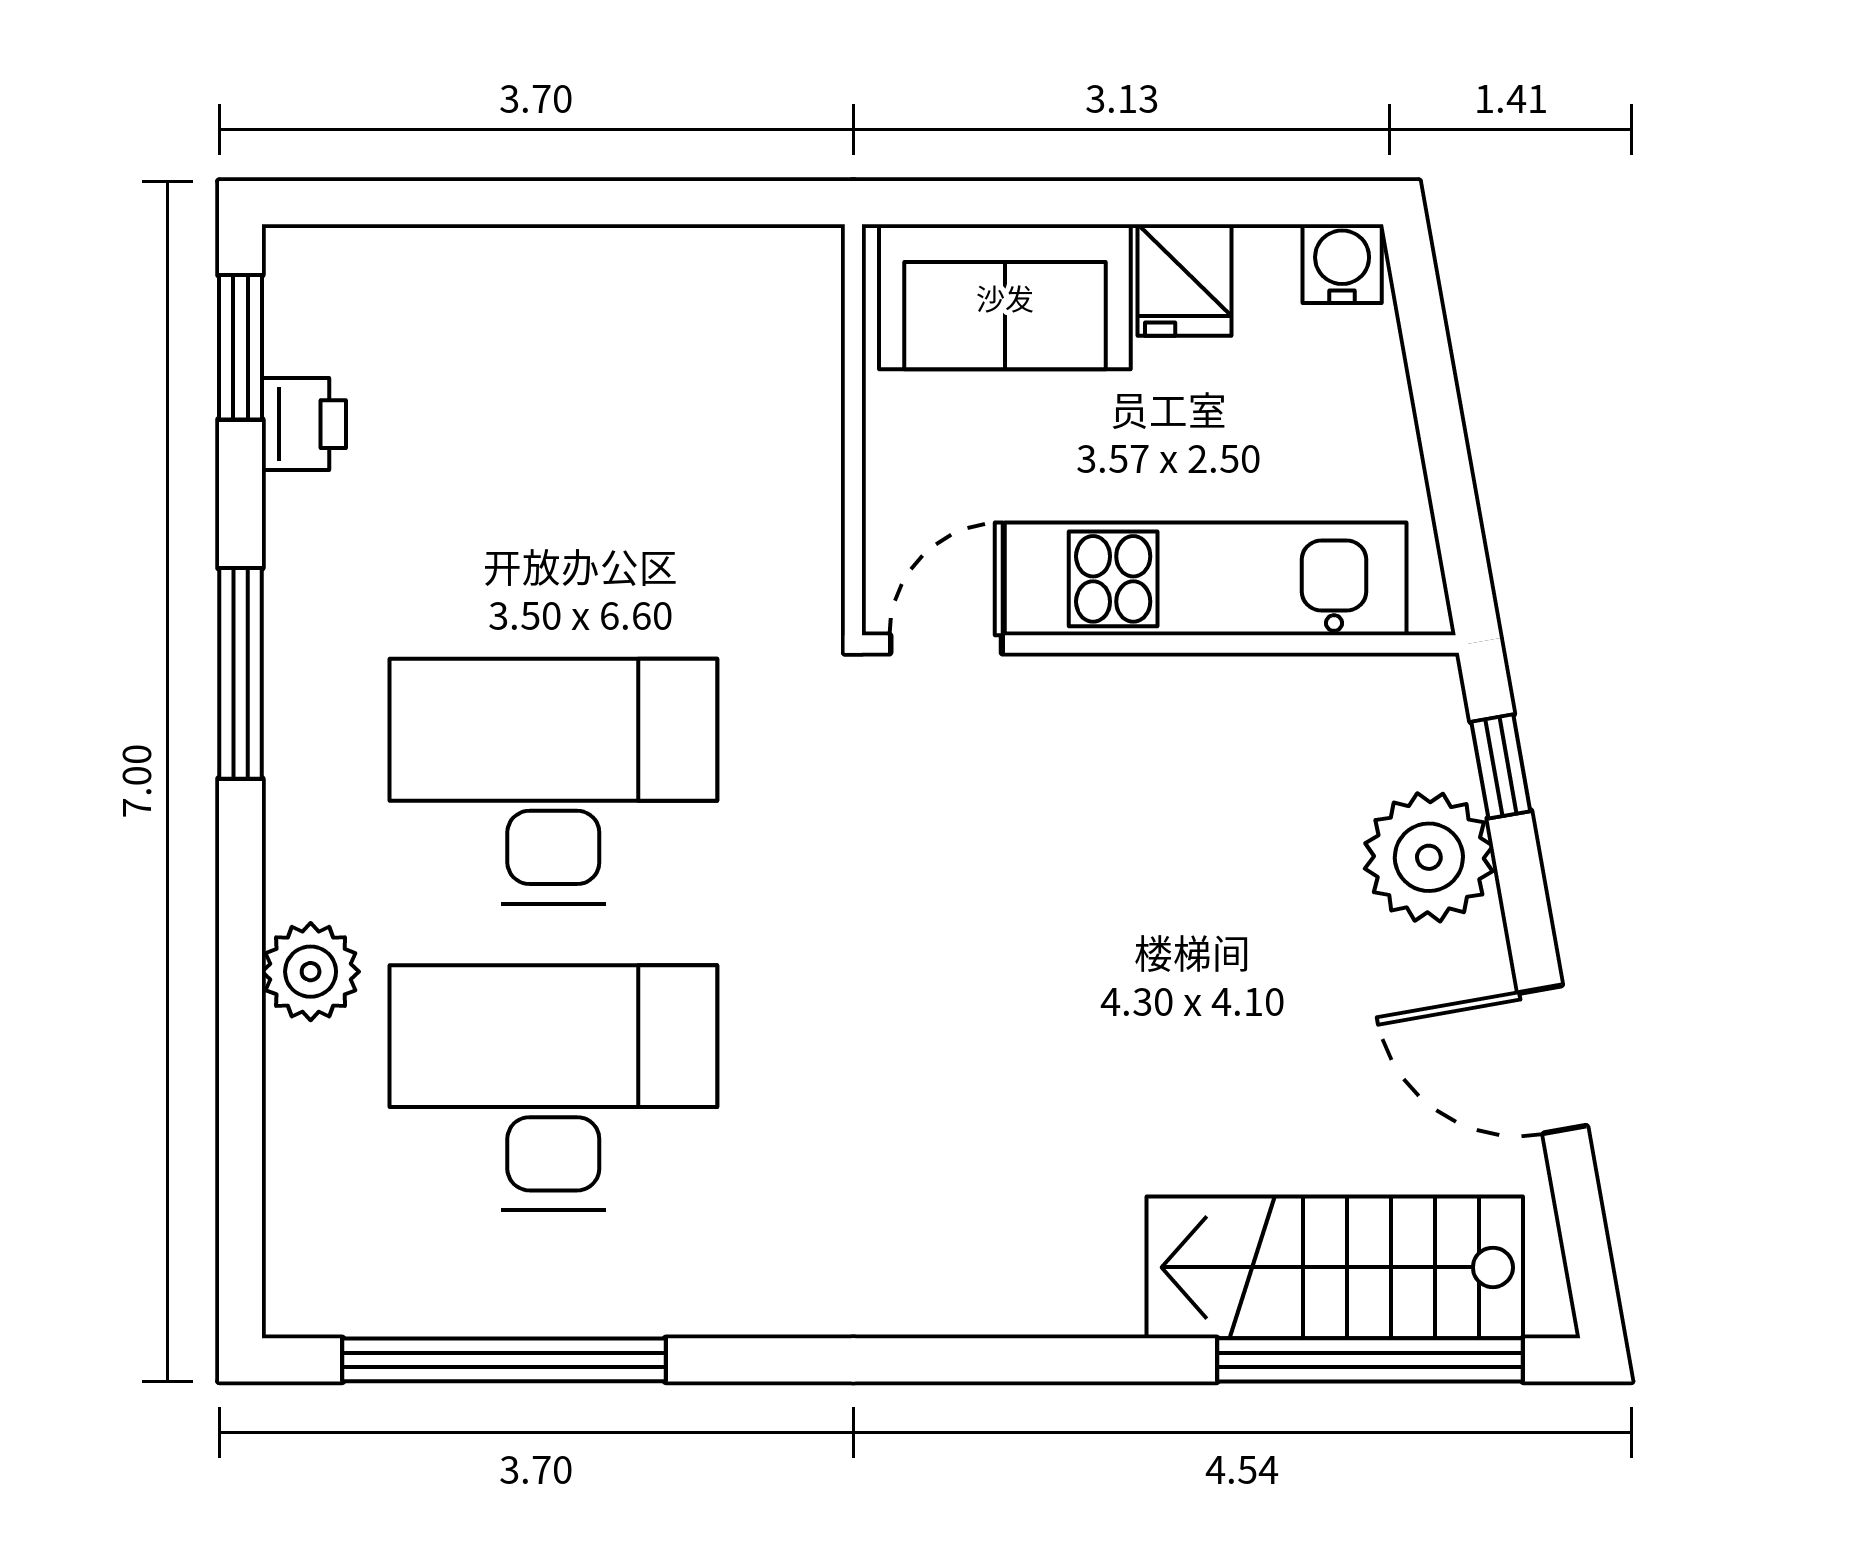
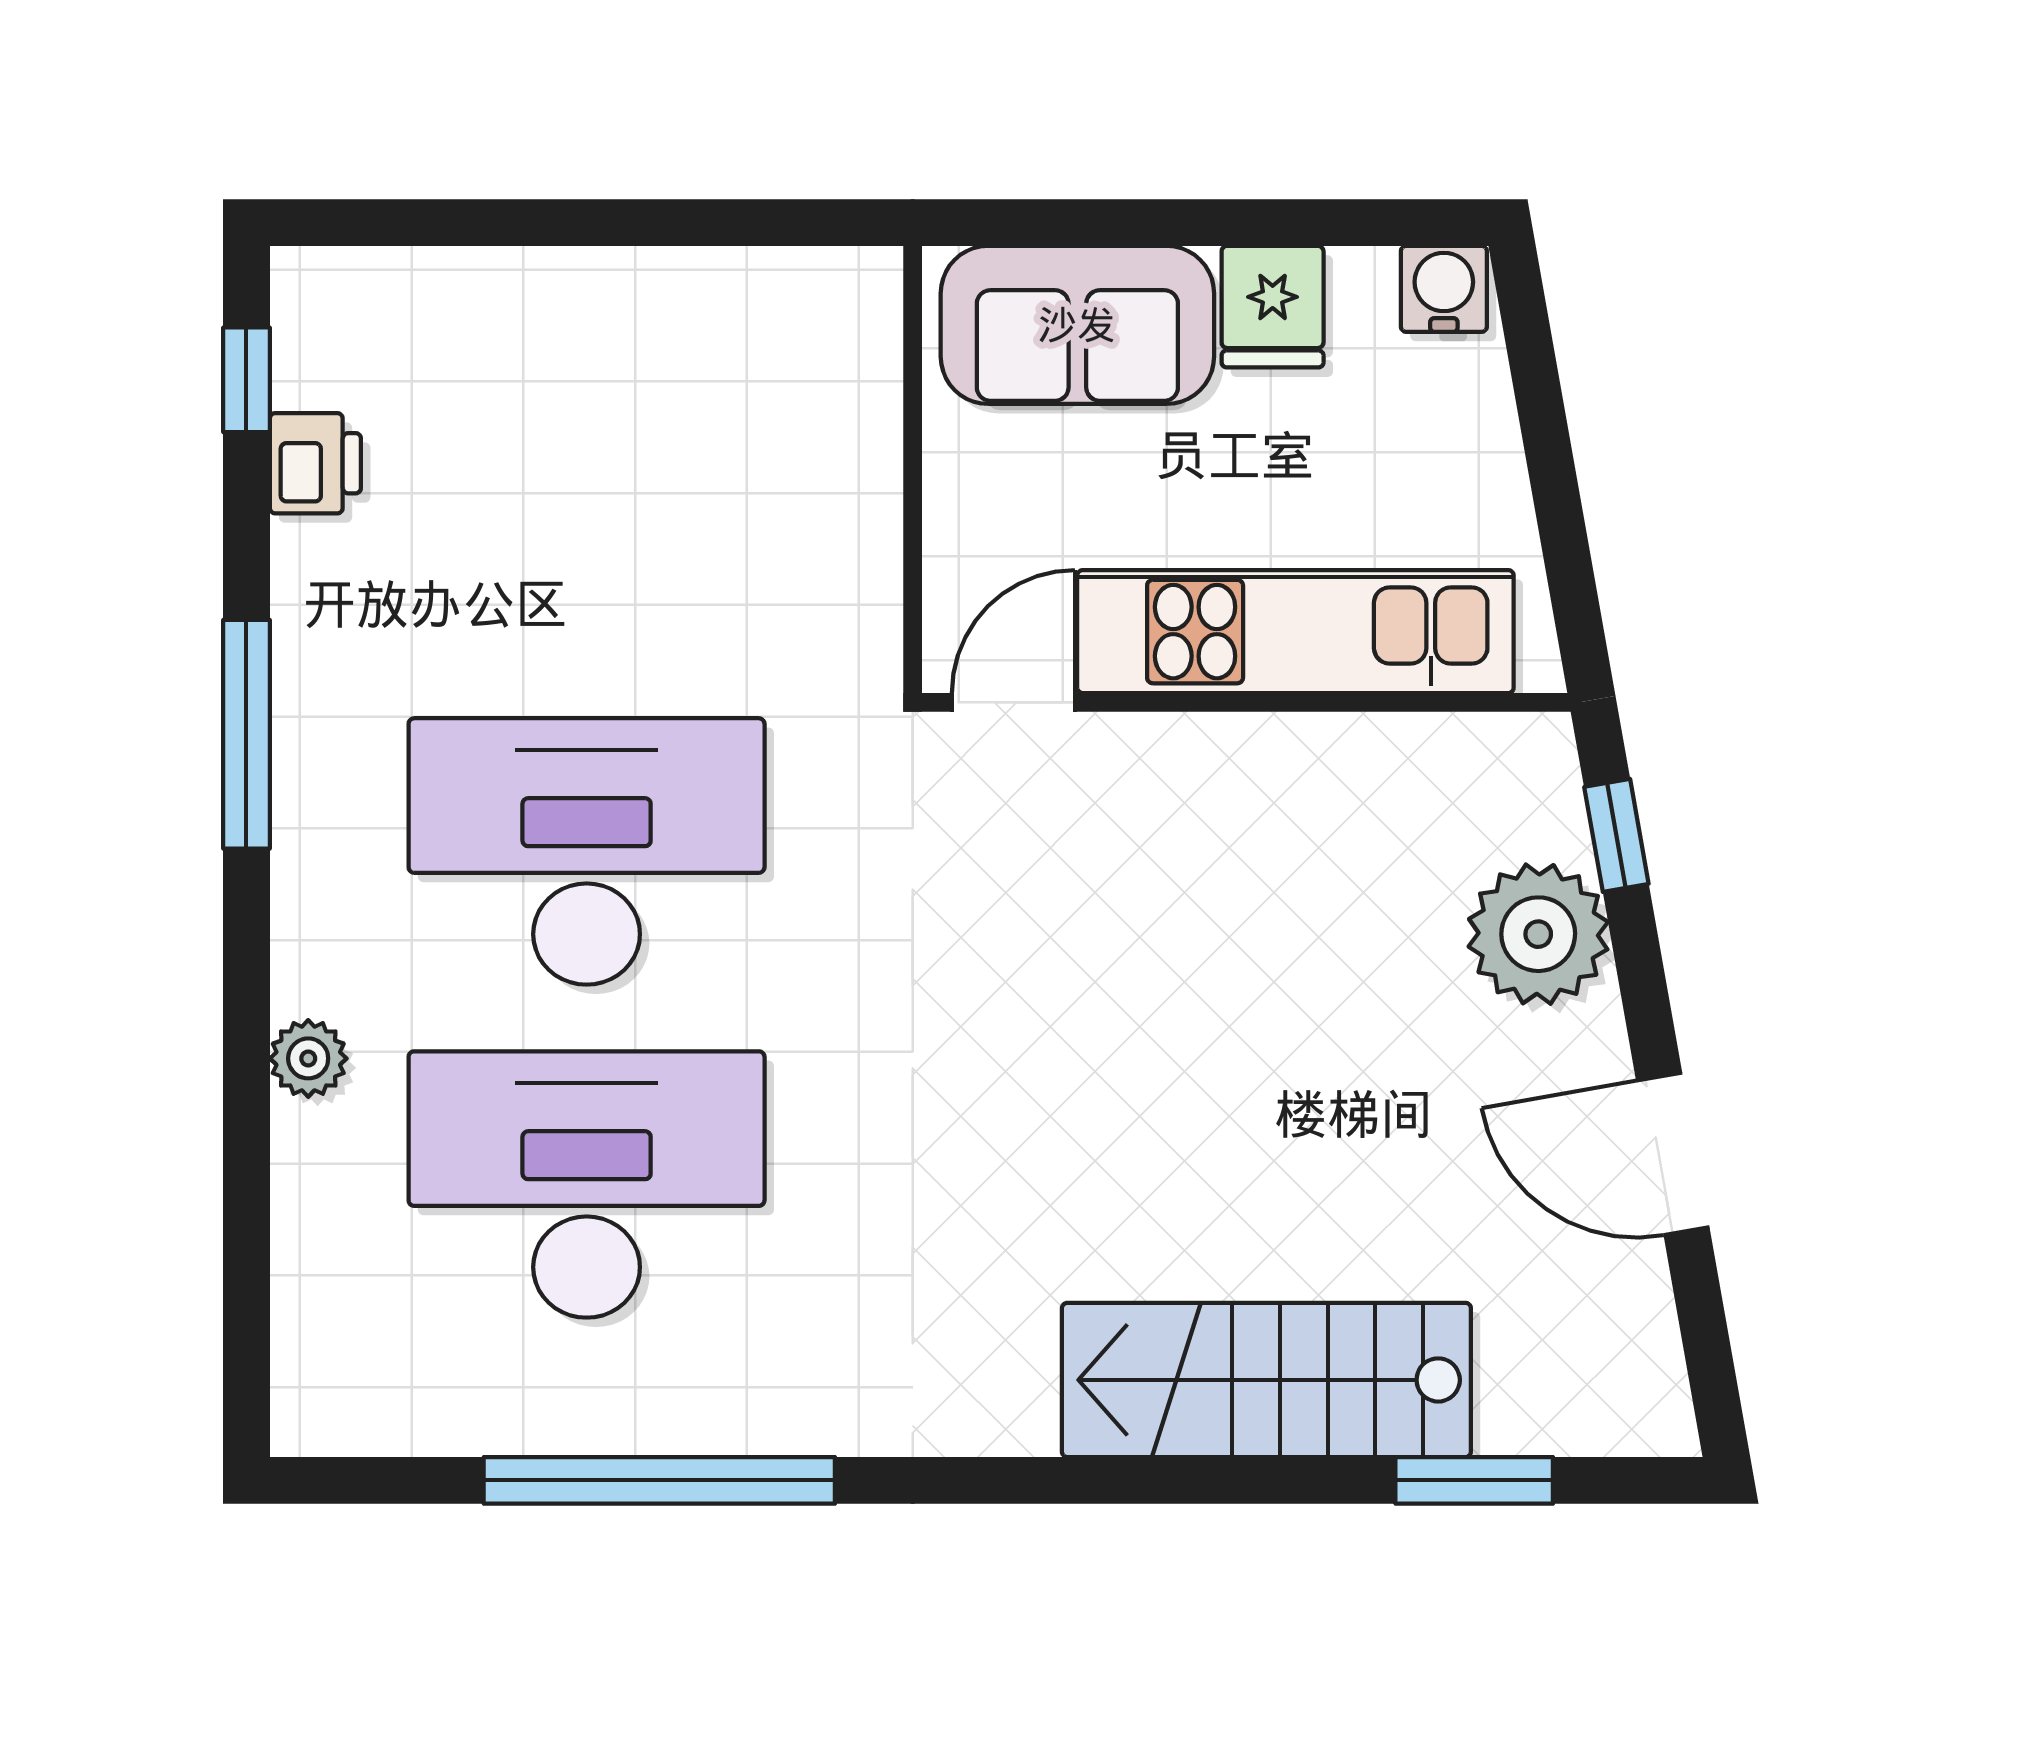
window: (240, 347) -> (246, 380), width x0.67
plant: (311, 972) -> (308, 1058), width x0.73, depth x0.73
stairs: (1335, 1267) -> (1266, 1380), moved
window: (504, 1360) -> (659, 1480), moved
window: (1370, 1360) -> (1474, 1480), width x0.47

